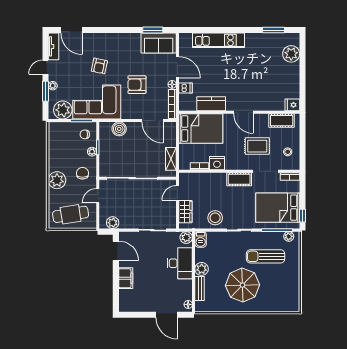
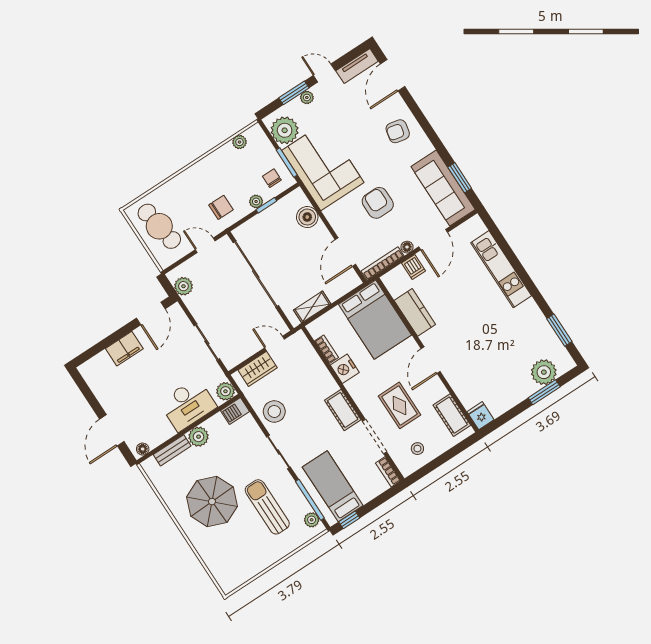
sofa: (159, 43) -> (443, 188), width x1.36
window: (302, 61) -> (544, 392), added
armchair: (99, 66) -> (398, 131), moved
plant: (57, 180) -> (239, 142), moved, width x0.53, depth x0.53
bed: (278, 208) -> (333, 486), width x0.67

